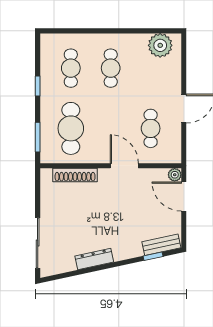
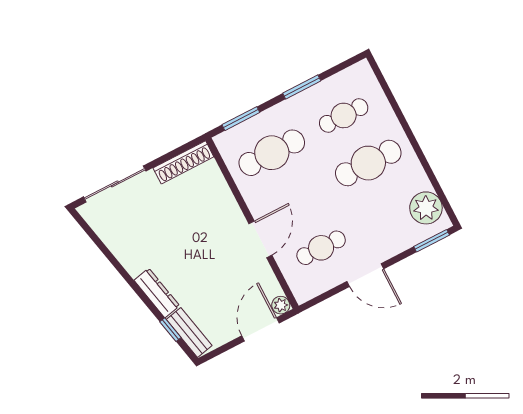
window: (184, 53) -> (432, 241), added
cafe table: (111, 68) -> (368, 163), width x1.37, depth x1.35
window: (38, 86) -> (302, 87), width x1.50
shoe rack: (75, 175) -> (183, 162), moved, turned -90
dresser: (94, 259) -> (157, 293), moved

